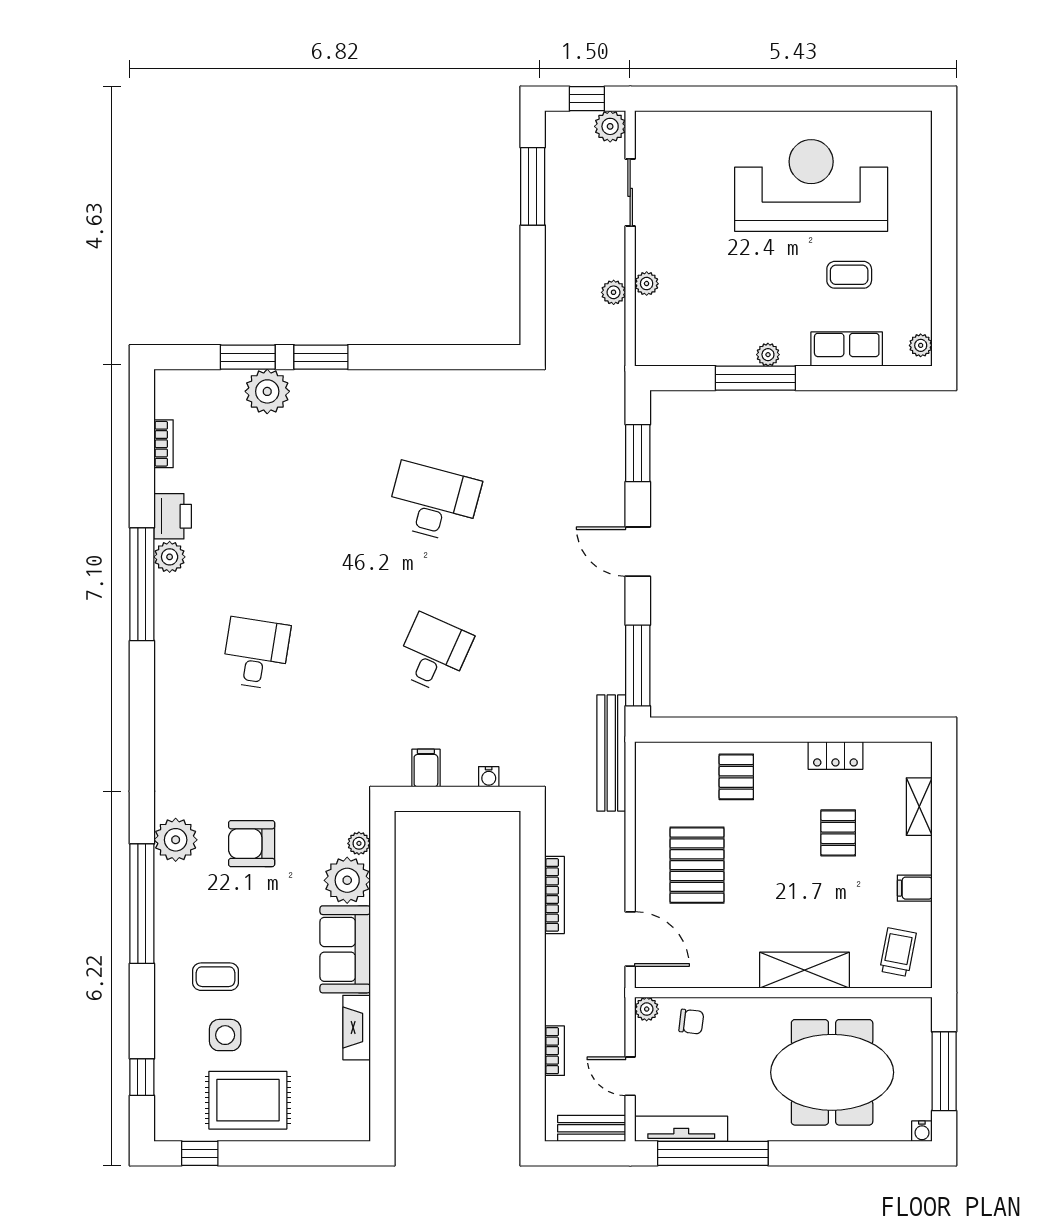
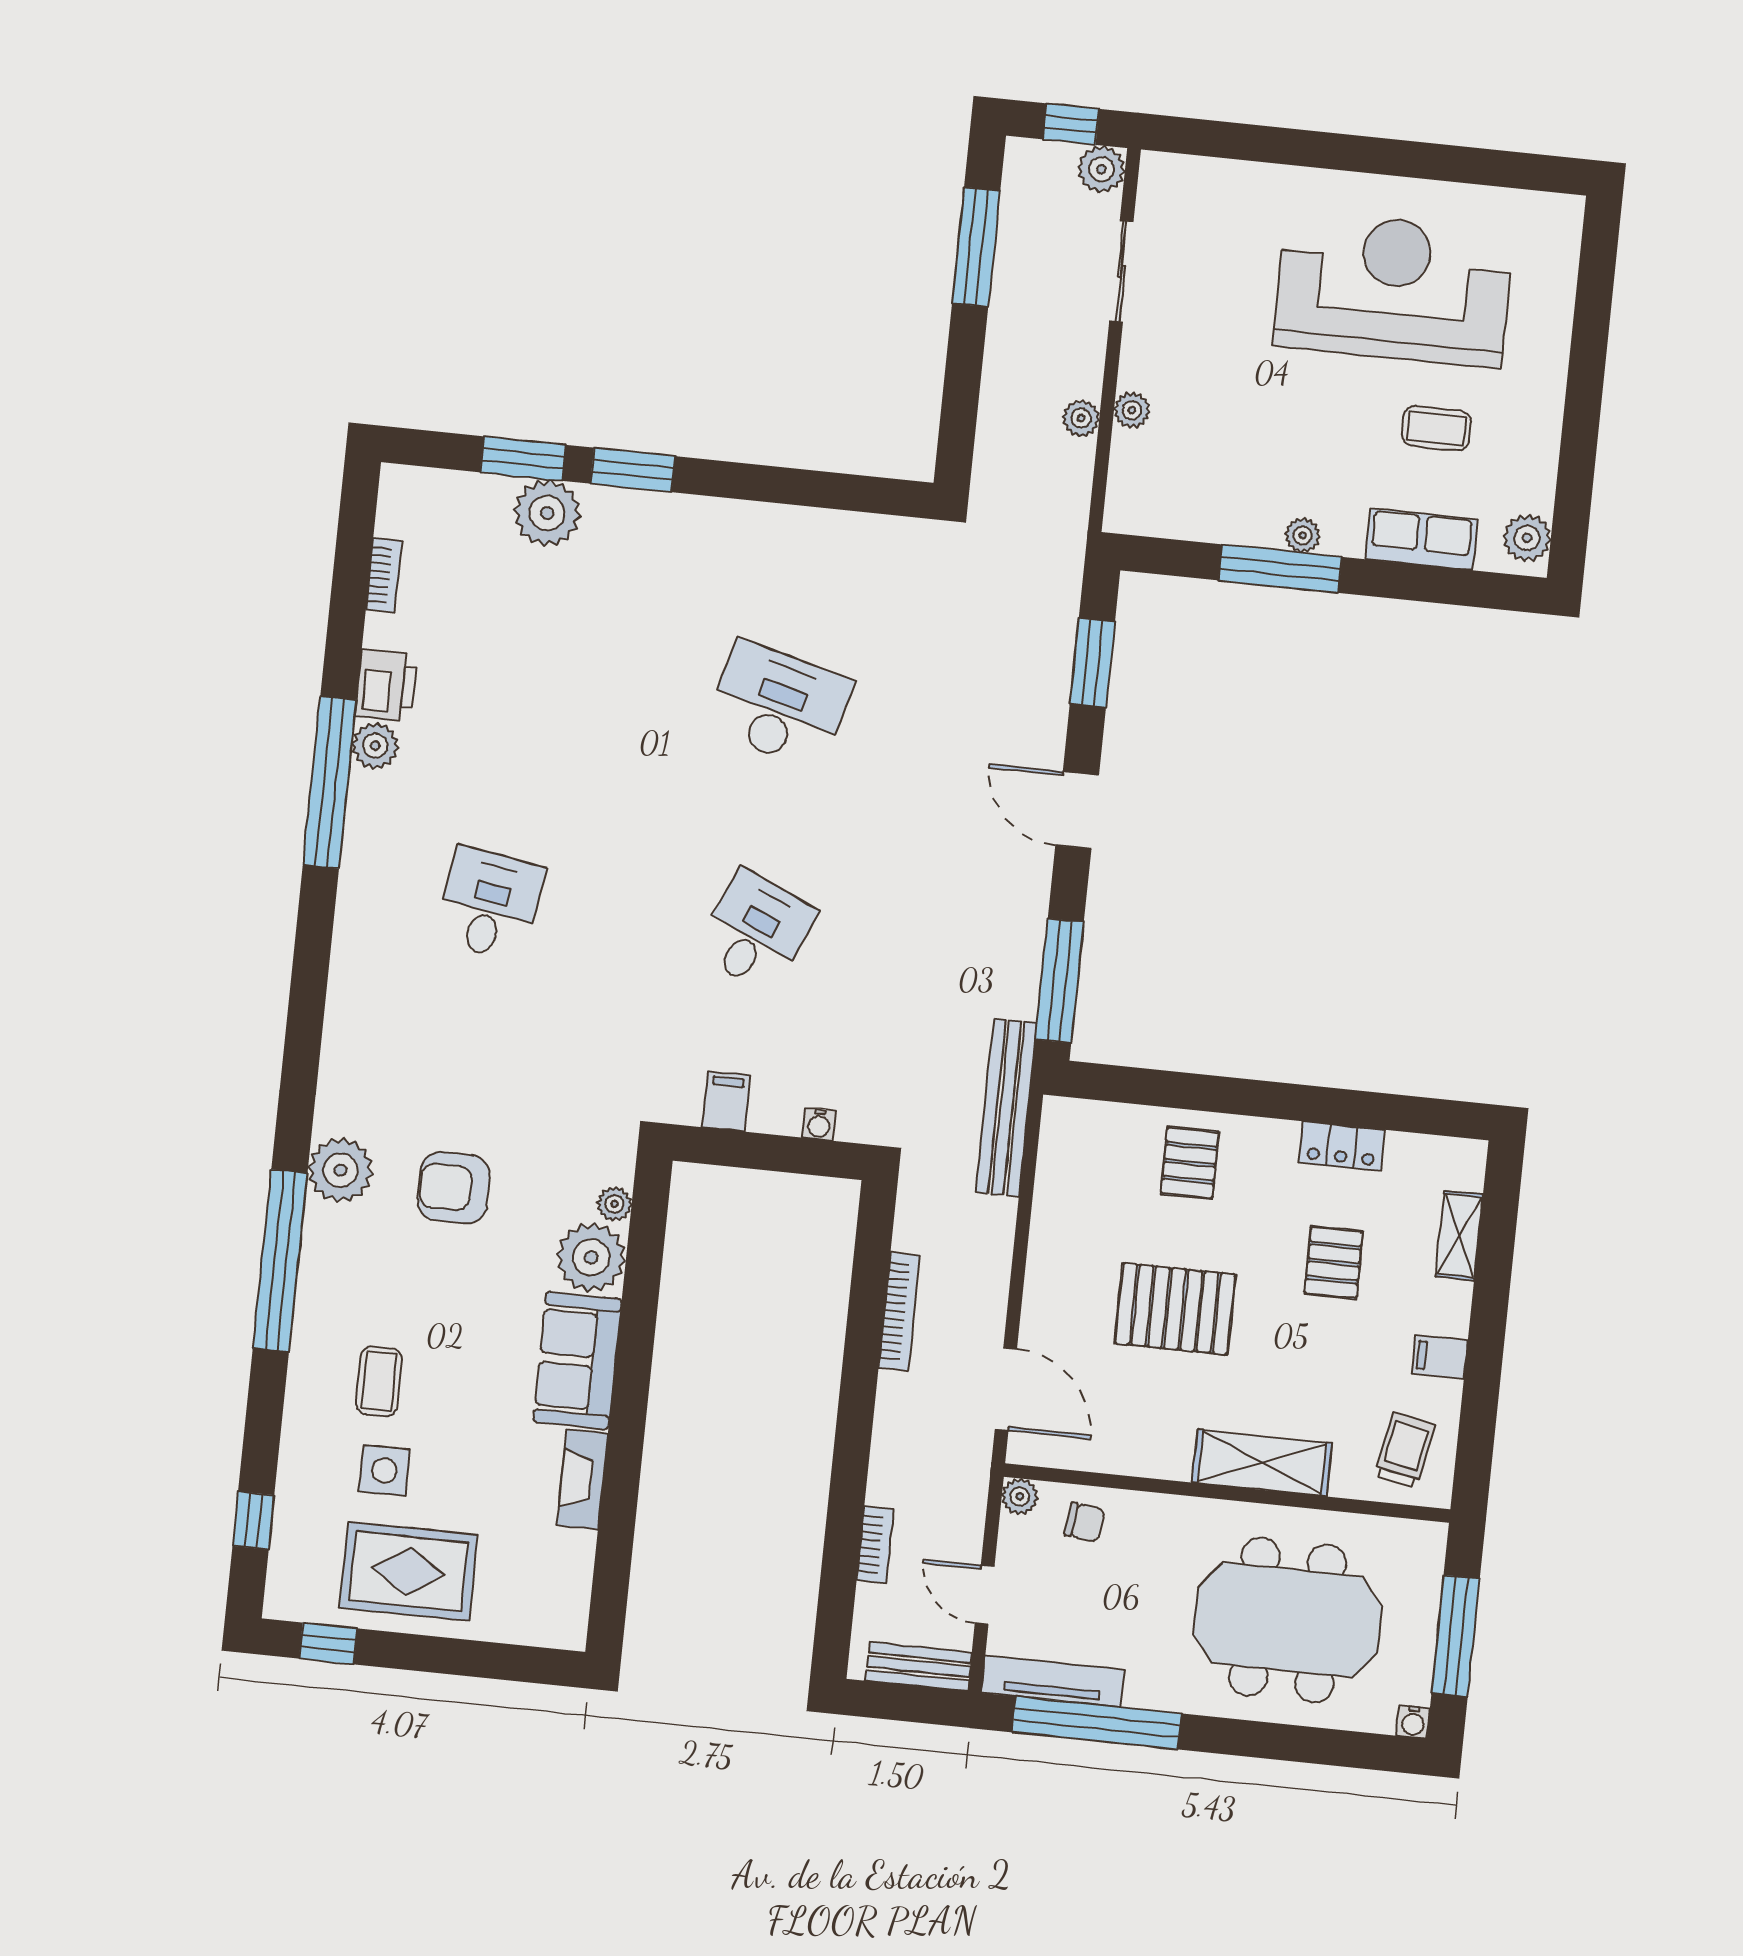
plant: (921, 345) -> (1527, 538), width x1.38, depth x1.38
pallet: (697, 865) -> (1175, 1309), moved, turned 90
coffee table: (216, 977) -> (379, 1381), turned 90

